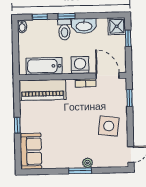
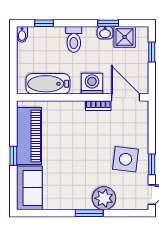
window: (67, 16) -> (108, 23), moved
washbasin: (84, 26) -> (105, 33), width x0.52, depth x0.69
shower: (117, 26) -> (125, 37), moved
piano: (42, 90) -> (29, 136), moved, turned -90
window: (129, 98) -> (152, 164), moved
plant: (88, 163) -> (104, 198), width x1.88, depth x1.88

